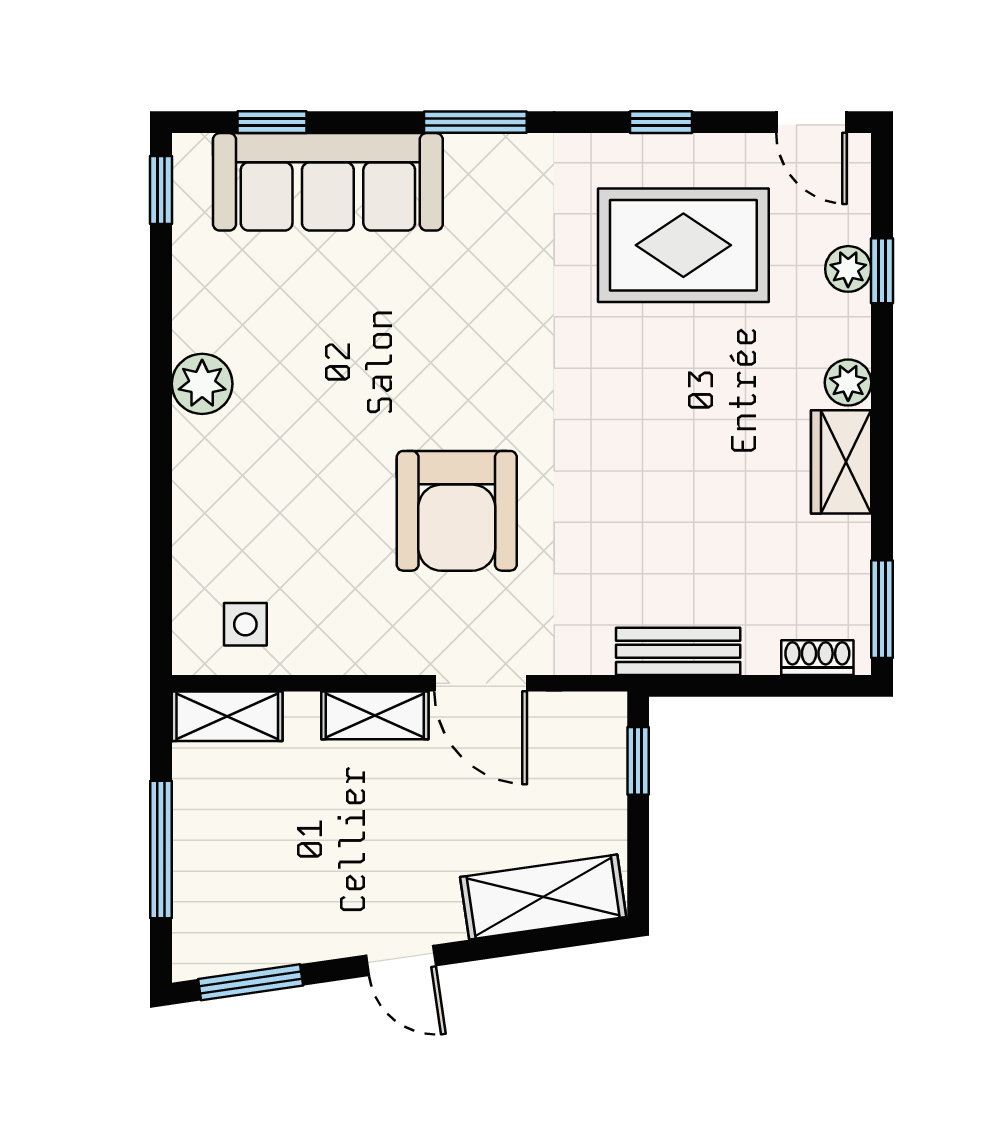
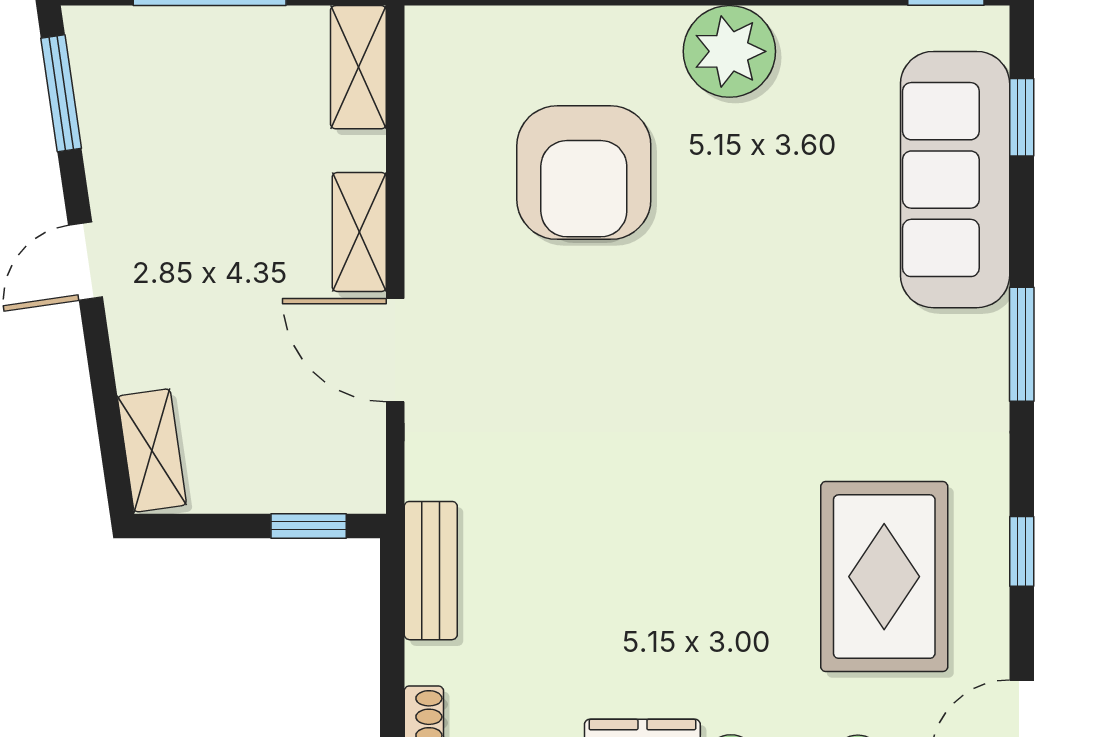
plant: (202, 384) -> (729, 51), width x1.36, depth x1.36
armchair: (457, 511) -> (584, 173), moved, turned -90
side table: (245, 624) -> (461, 87), removed
door: (481, 683) -> (395, 350), hinge flipped
shelving: (543, 897) -> (152, 450), width x0.67, depth x0.75

